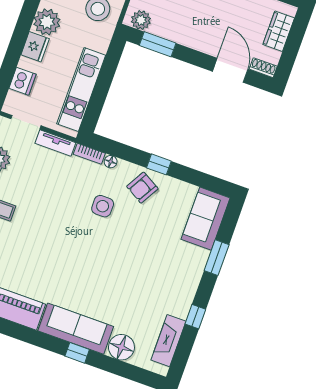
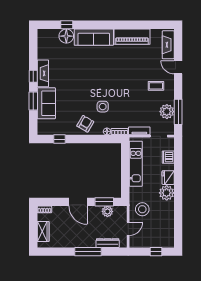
plant: (141, 20) -> (107, 211), moved
door: (230, 70) -> (78, 202), moved
window: (159, 164) -> (60, 139), moved
sofa: (206, 219) -> (46, 103), moved
window: (195, 317) -> (33, 76), moved
fireplace: (168, 341) -> (43, 73), moved
window: (77, 353) -> (67, 25), moved

